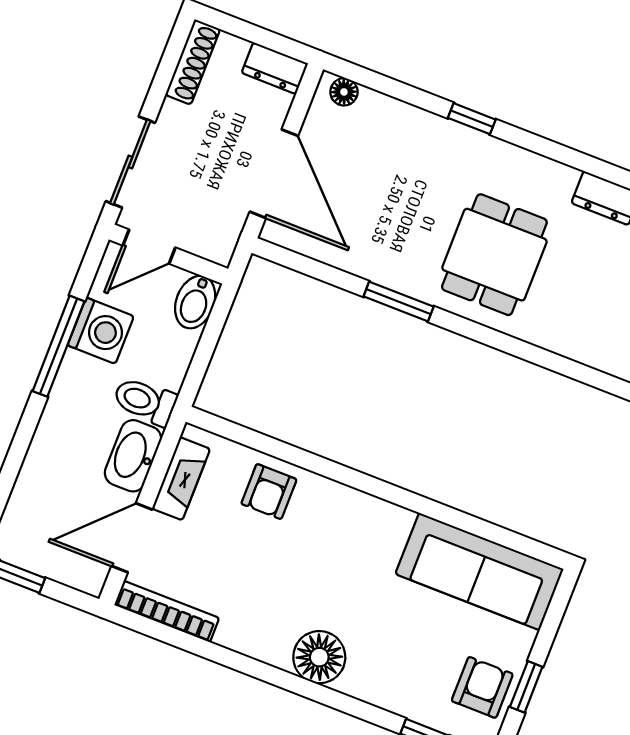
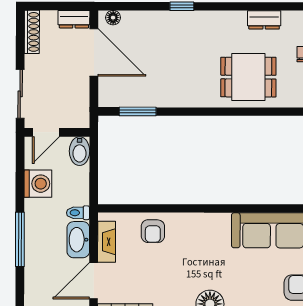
door: (274, 174) -> (94, 52), moved
dining table: (494, 255) -> (248, 77), moved, turned 90
window: (399, 302) -> (138, 111), moved
window: (59, 346) -> (20, 239), moved
toilet: (145, 401) -> (78, 213), width x0.73, depth x0.72

